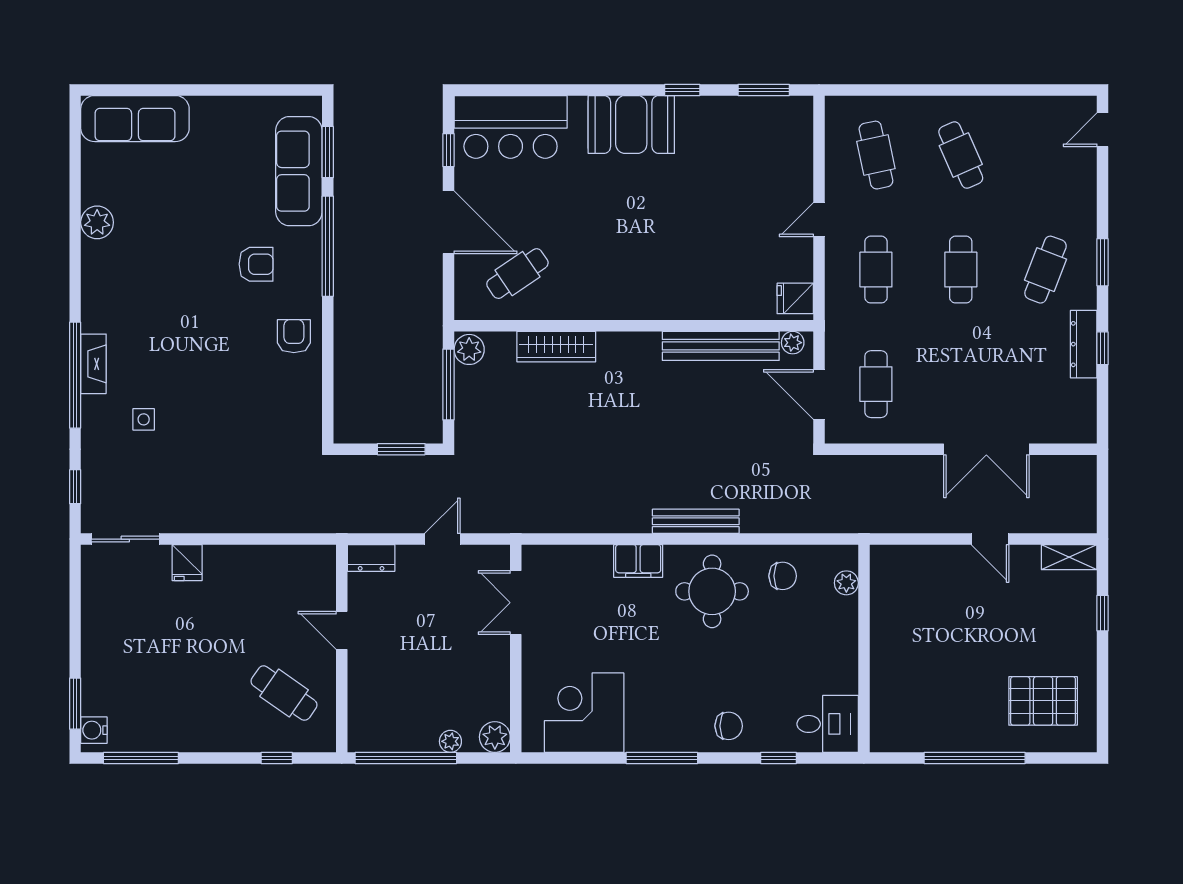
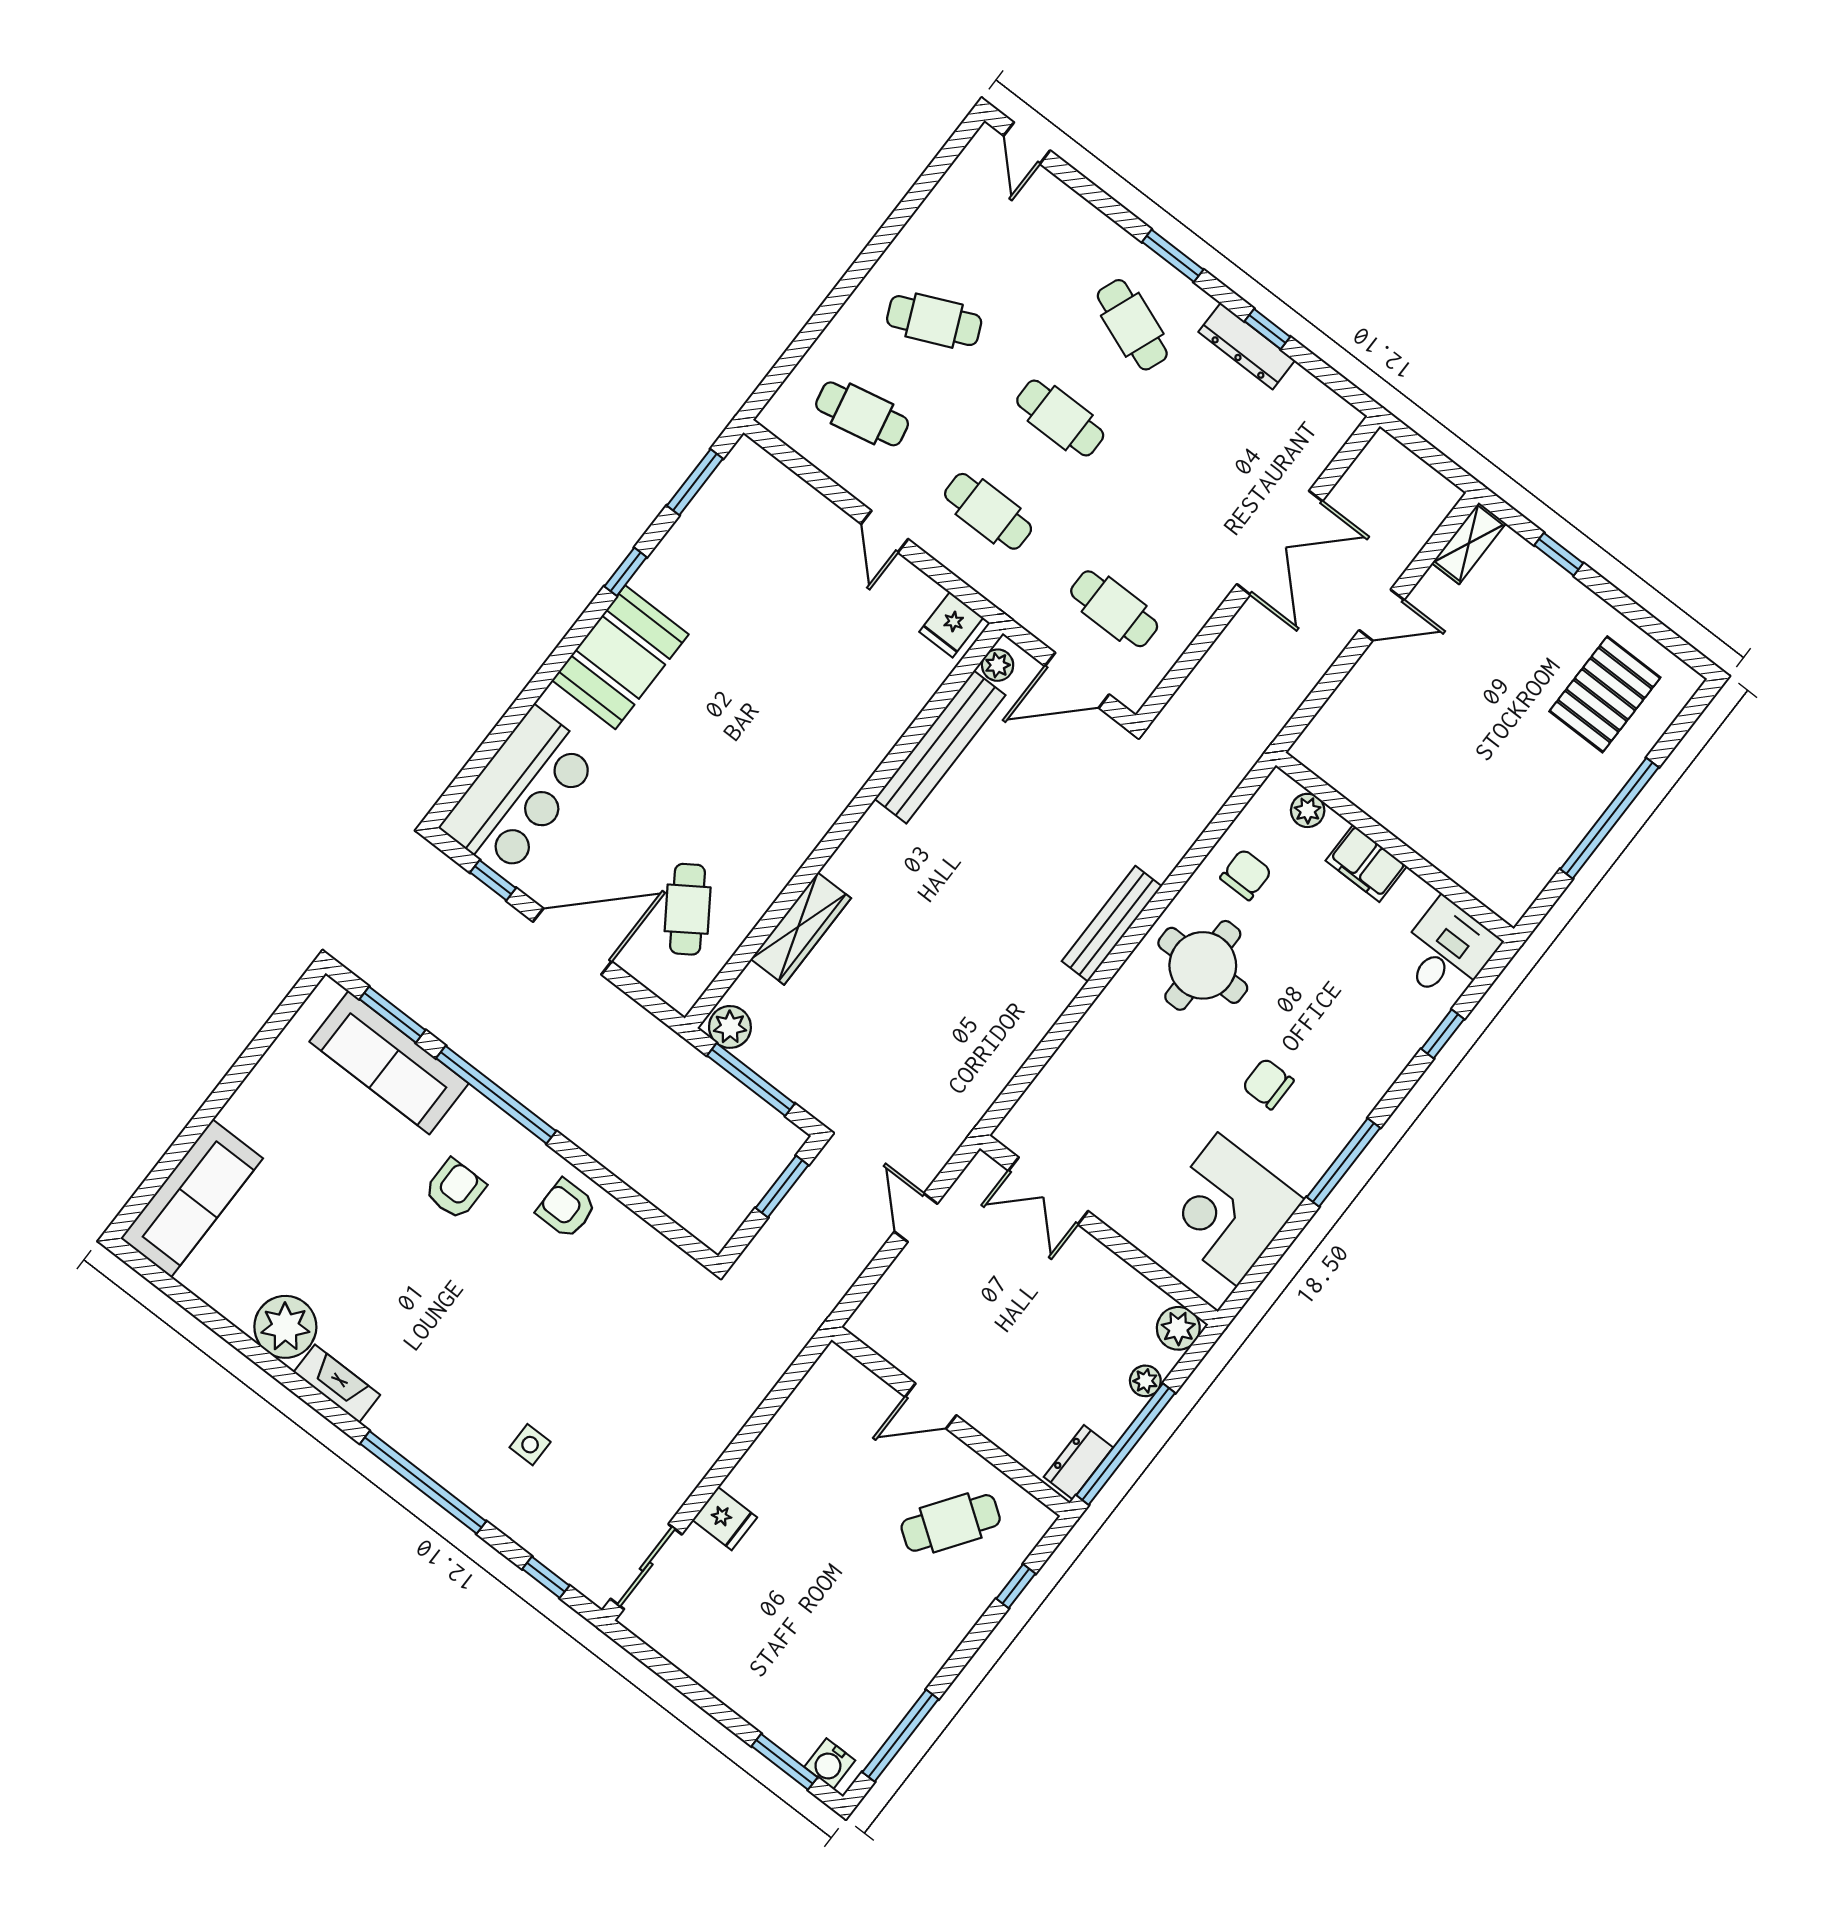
plant: (97, 222) -> (285, 1327), width x1.36, depth x1.36
fireplace: (93, 364) -> (337, 1384), moved
dresser: (371, 558) -> (1078, 1462), moved, turned 180
filing cabinet: (638, 561) -> (1366, 863), moved, turned 90
chair: (729, 726) -> (1268, 1084), moved, turned -90

